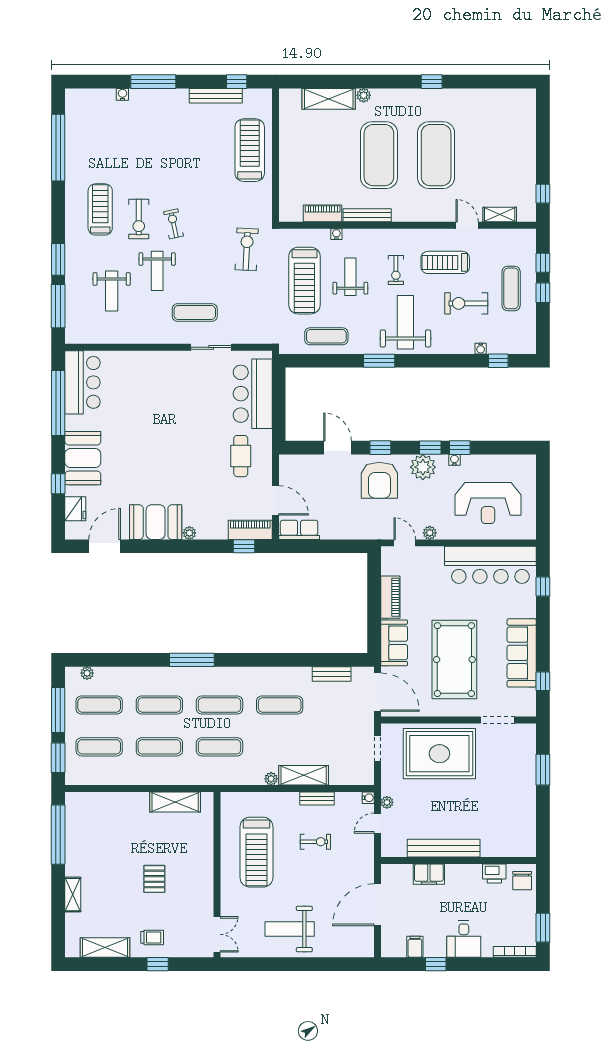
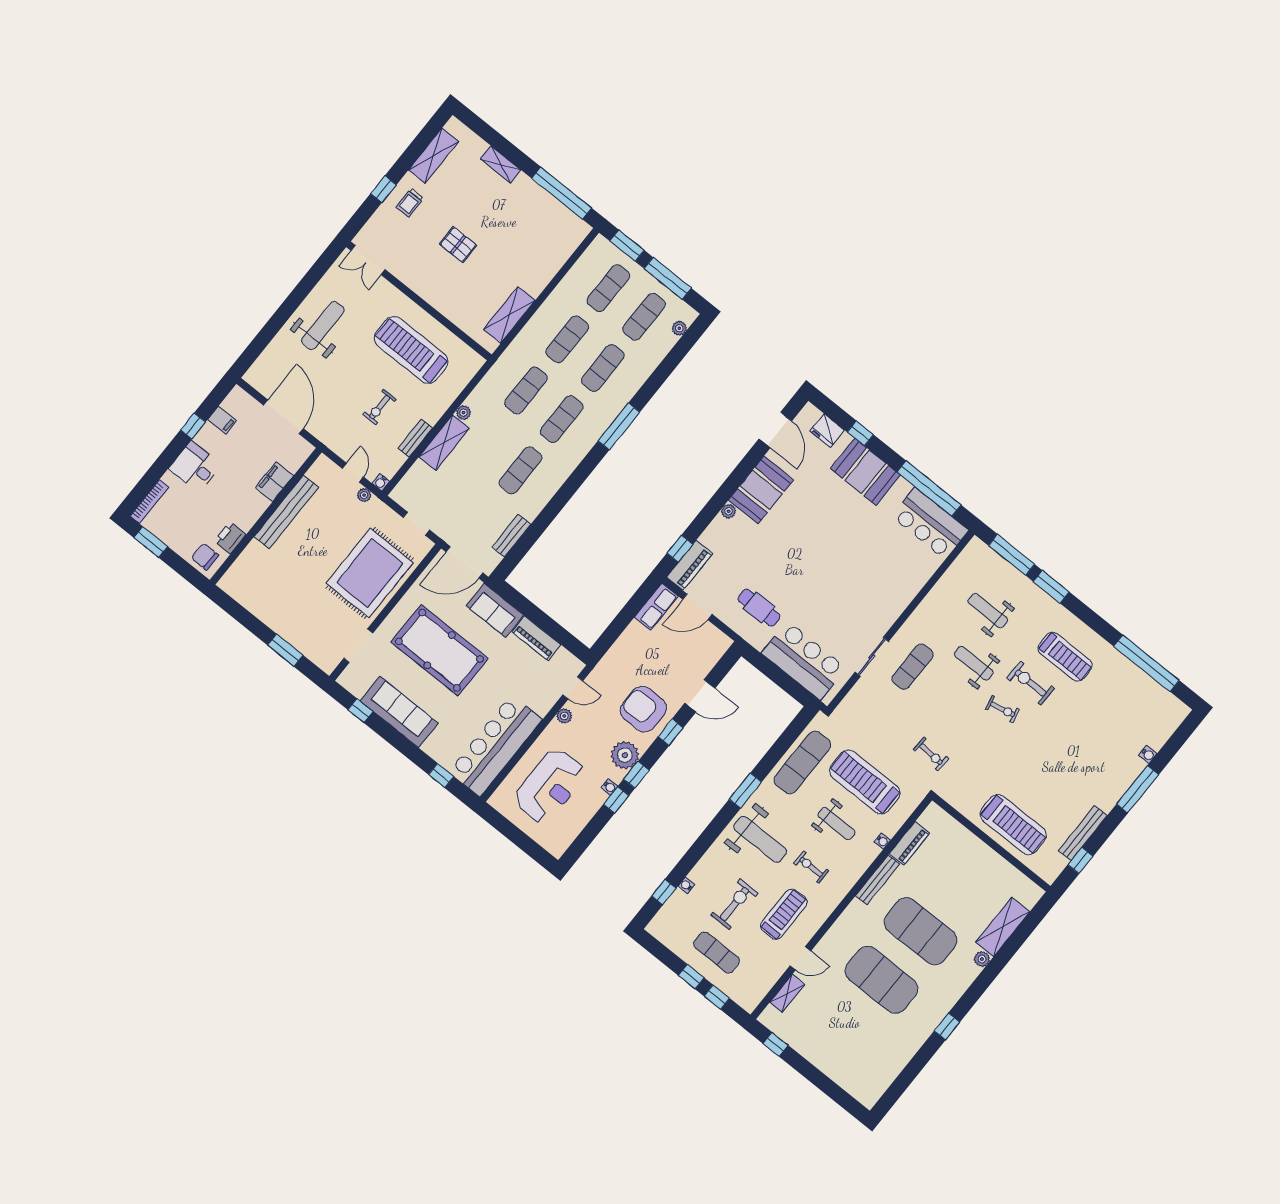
exercise bike: (247, 249) -> (931, 754), width x0.73, depth x0.72
exercise mat: (326, 336) -> (802, 762), width x1.36, depth x1.45
reception desk: (488, 503) -> (550, 786), turned 180

